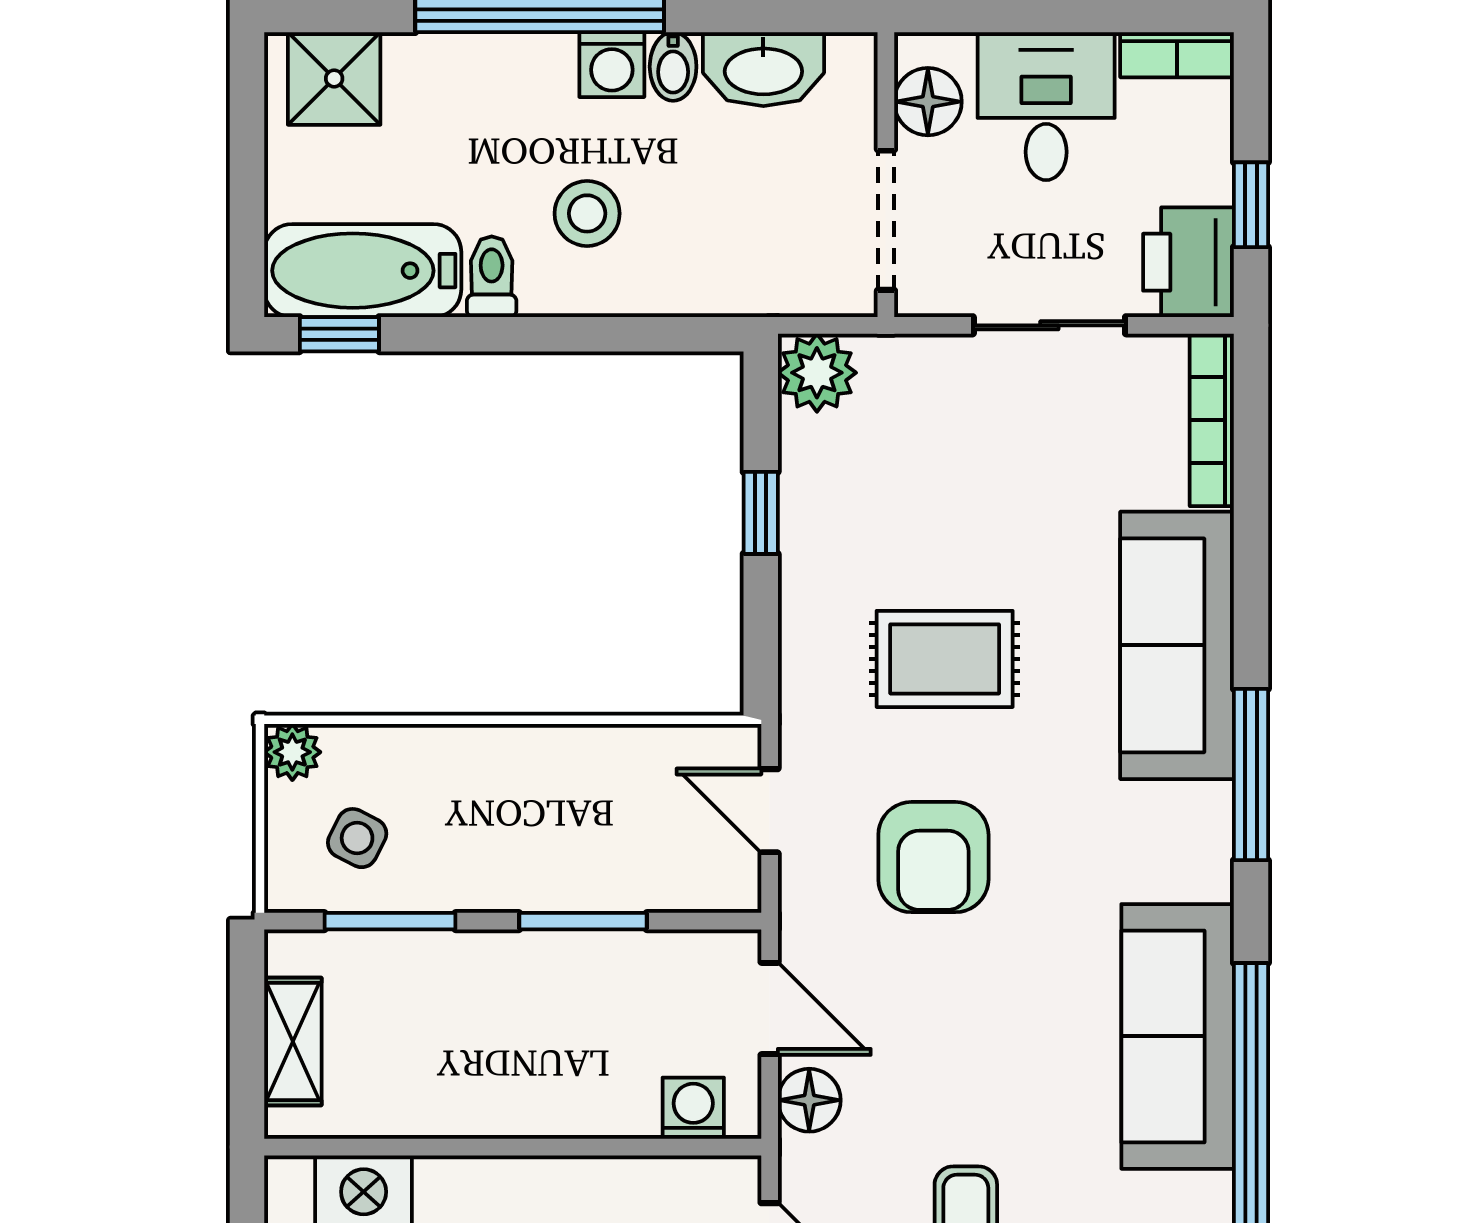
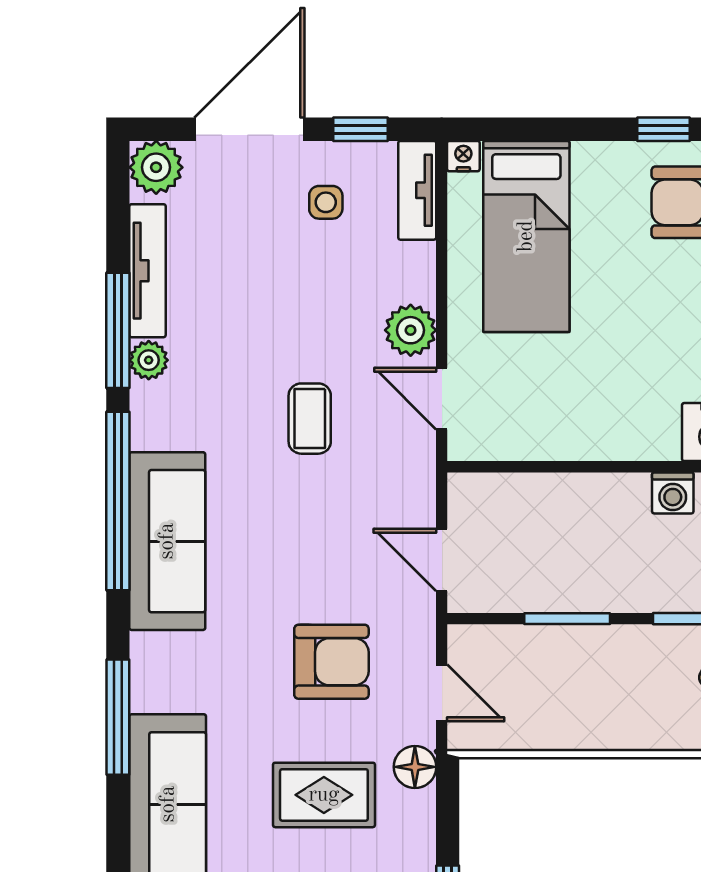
armchair: (933, 857) -> (331, 662), turned 90
floor lamp: (809, 1100) -> (415, 767), moved
washing machine: (693, 1108) -> (673, 493), moved

